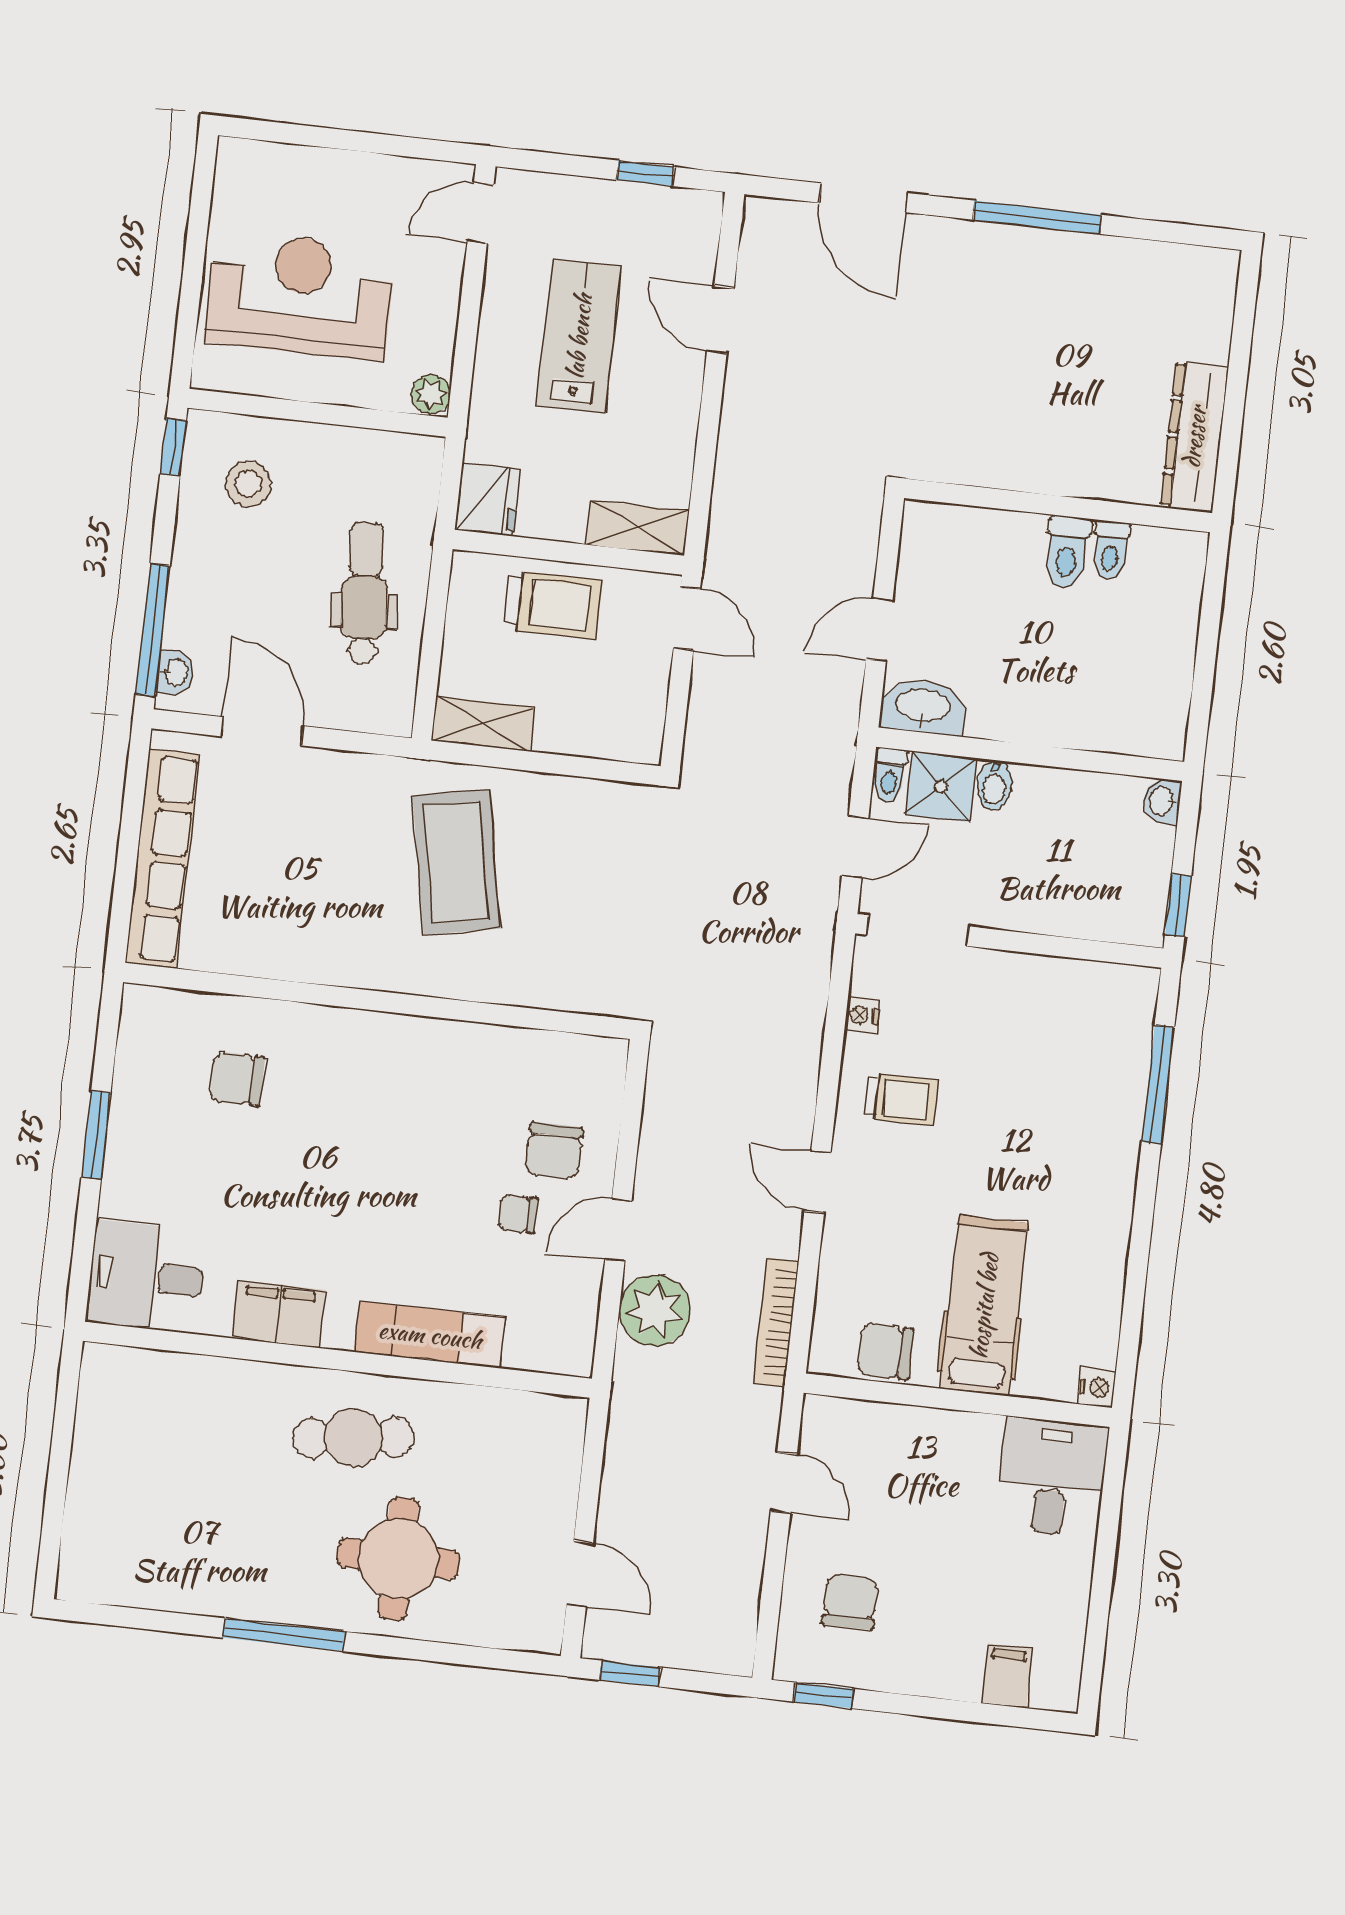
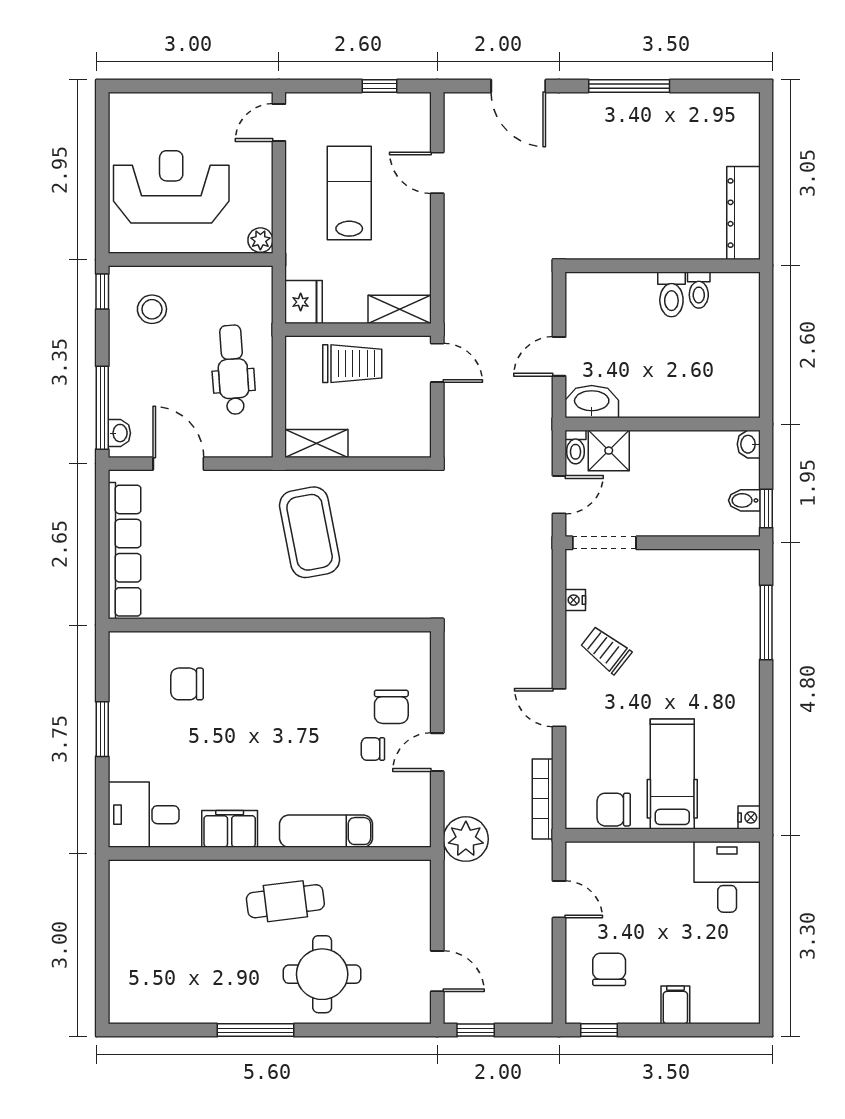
bidet: (995, 785) -> (744, 500), moved, turned 90
trolley: (901, 1099) -> (606, 650), turned -142
plant: (655, 1310) -> (466, 839), moved
filing cabinet: (1007, 1676) -> (675, 1005), moved

